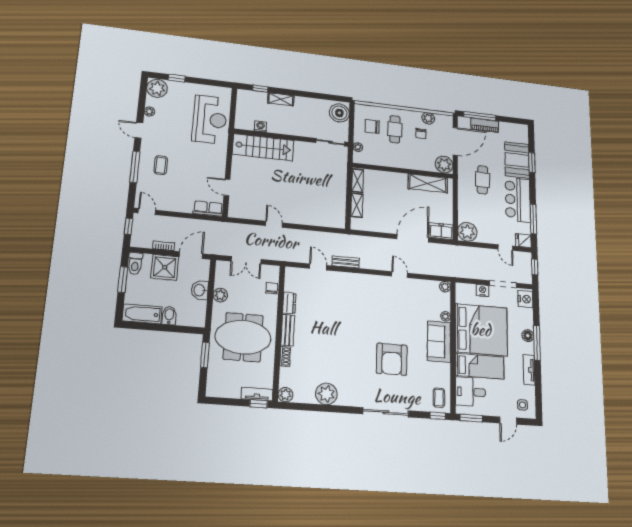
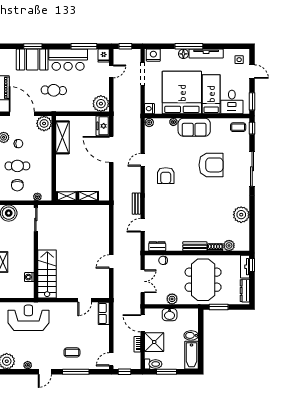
nightstand: (483, 291) -> (150, 109), moved
armchair: (380, 301) -> (166, 176), added
dresser: (289, 303) -> (157, 246), moved
tv unit: (529, 370) -> (206, 54), width x1.41
dresser: (224, 392) -> (245, 291), added
plant: (285, 395) -> (229, 245), moved

